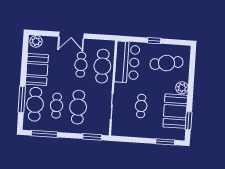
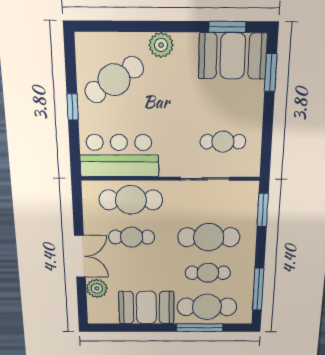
plant: (36, 41) -> (97, 288), moved
cafe table: (167, 63) -> (114, 80), turned 66
cafe table: (141, 106) -> (223, 142), moved
booth: (175, 111) -> (233, 56), moved

